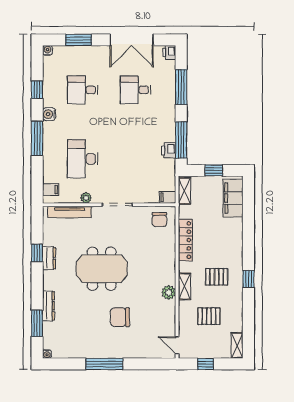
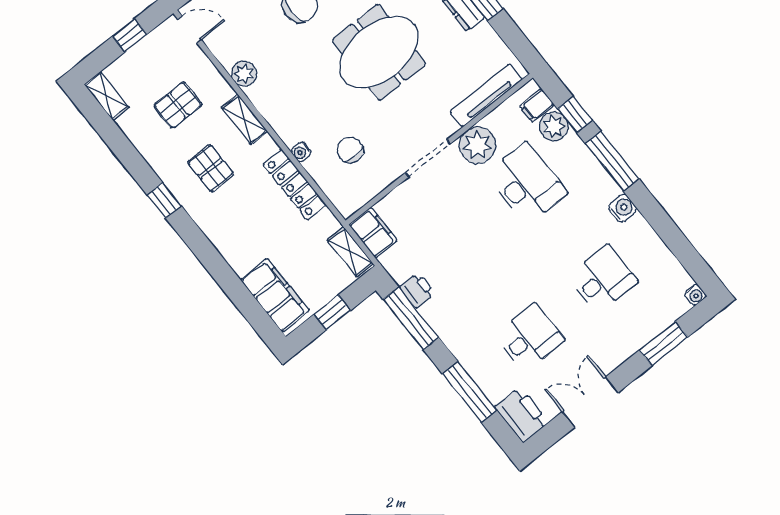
double door: (132, 40) -> (590, 402), width x0.73
printer: (169, 52) -> (522, 415), width x1.87, depth x1.48
window: (37, 90) -> (575, 115), moved
plant: (51, 174) -> (554, 126), added
filing cabinet: (168, 197) -> (373, 233), width x2.00
plant: (86, 198) -> (477, 145), width x1.87, depth x1.87
chair: (159, 220) -> (350, 150), moved
water cooler: (171, 252) -> (301, 152), added
pallet: (217, 277) -> (211, 168), turned 90
plant: (169, 292) -> (244, 74), moved

